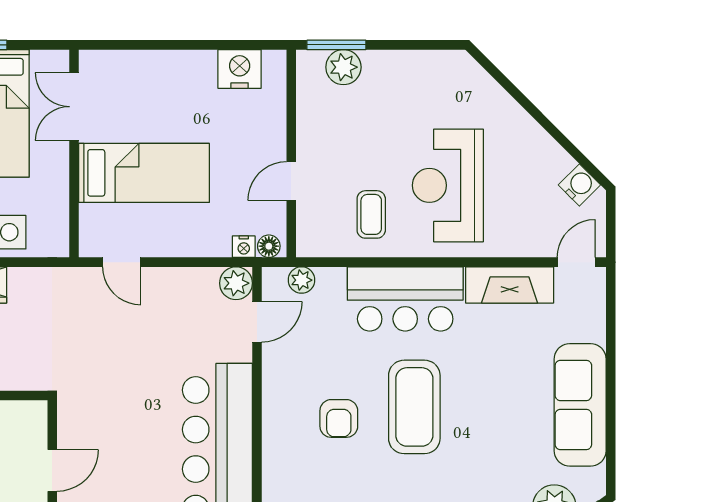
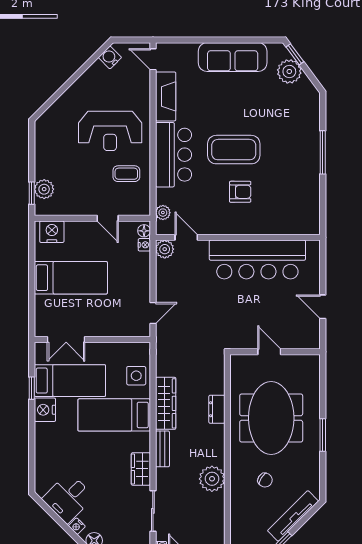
window: (336, 45) -> (32, 193), width x0.67
nightstand: (240, 69) -> (52, 232), moved, turned 90
bed: (144, 173) -> (71, 278), moved, turned 90

